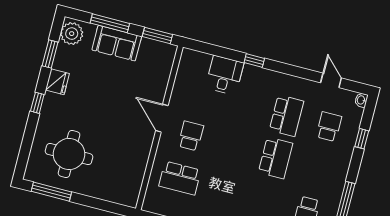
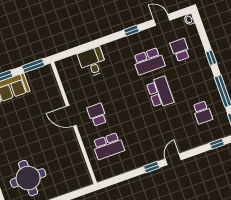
window: (254, 61) -> (131, 31), moved
school desk: (286, 116) -> (149, 61), turned 90
window: (362, 139) -> (211, 58), moved

